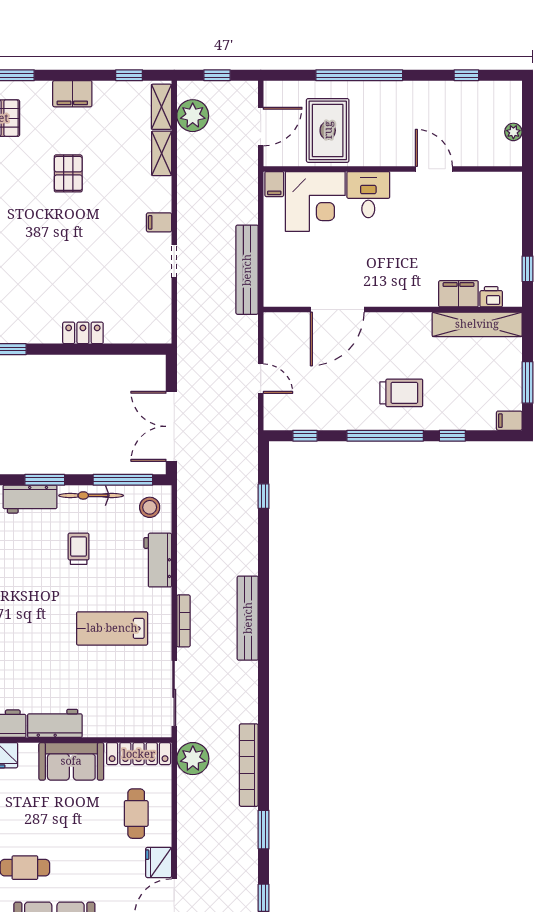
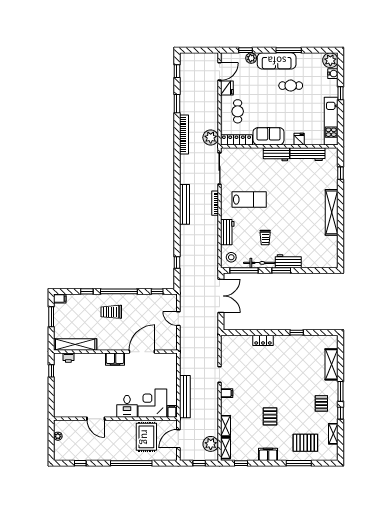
bench: (247, 270) -> (185, 397), moved
filing cabinet: (458, 294) -> (115, 359), moved

